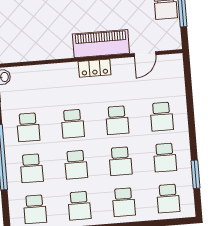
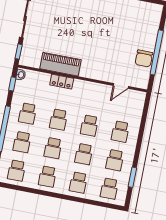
piano: (101, 44) -> (61, 64), moved
locker: (95, 68) -> (62, 82), moved

